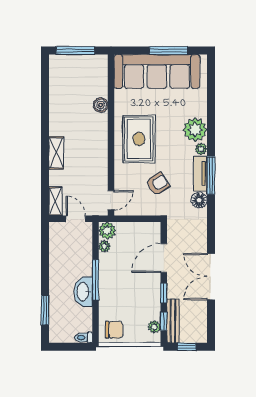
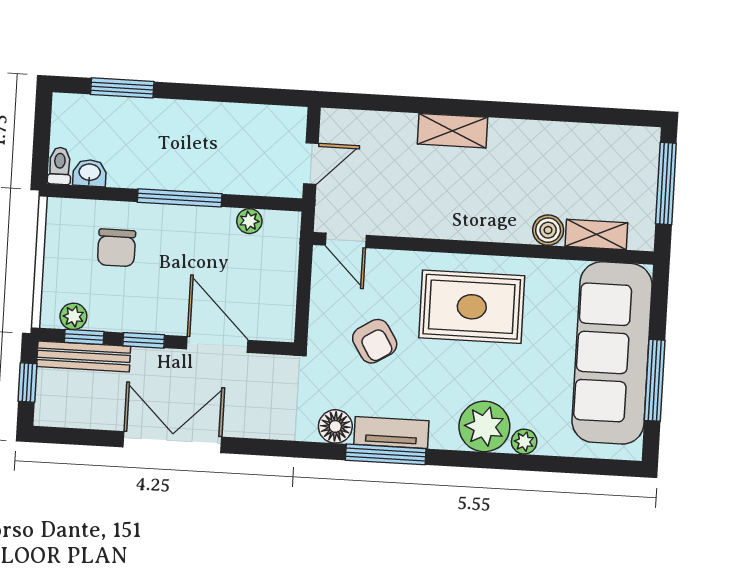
plant: (201, 149) -> (524, 442), moved
shelving: (55, 201) -> (596, 234), moved
plant: (107, 231) -> (282, 229), removed
washbasin: (83, 292) -> (90, 173), moved, width x0.52, depth x0.69
chair: (114, 330) -> (116, 248), moved

